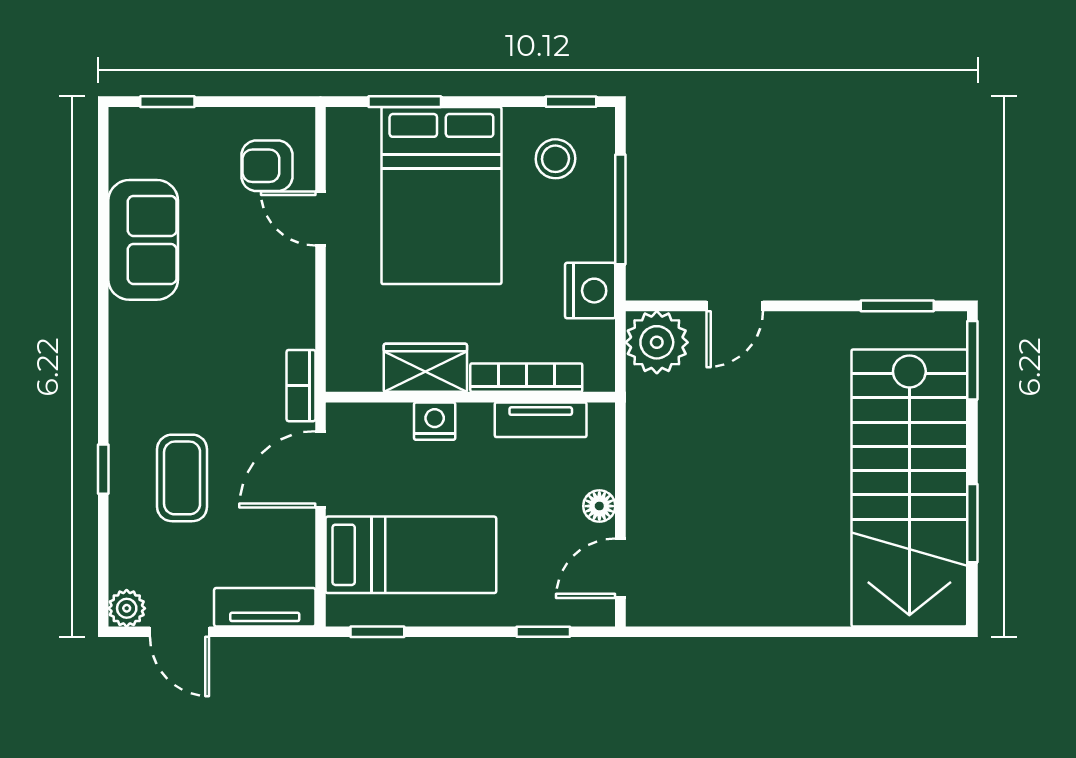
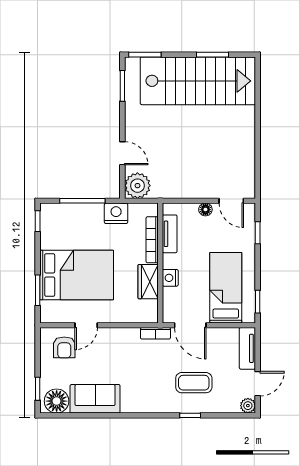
floor lamp: (138, 147) -> (57, 401), added
stool: (555, 159) -> (61, 228), removed

